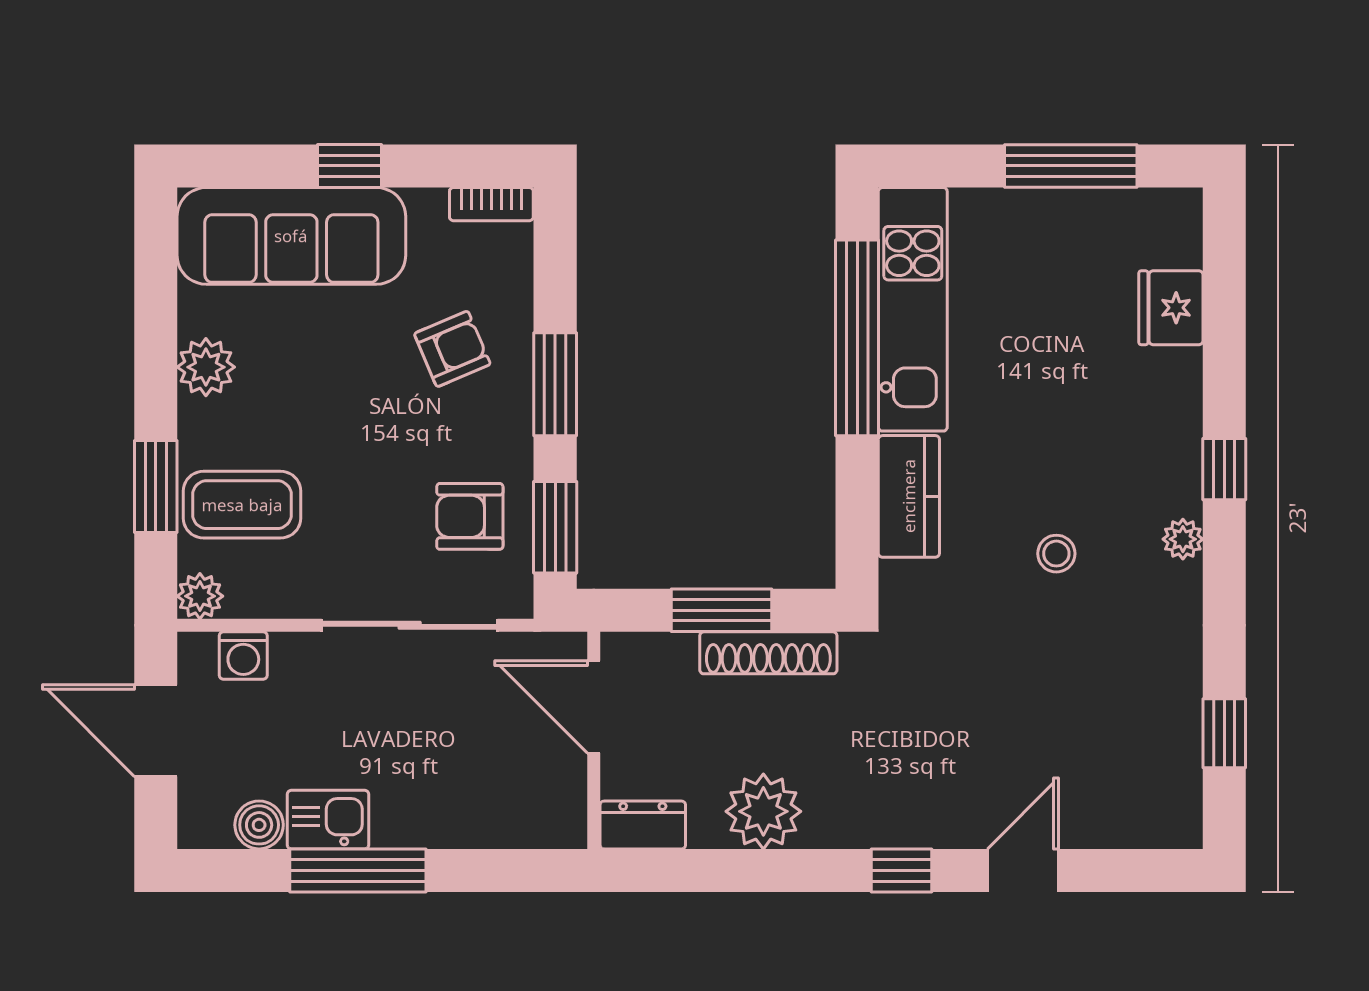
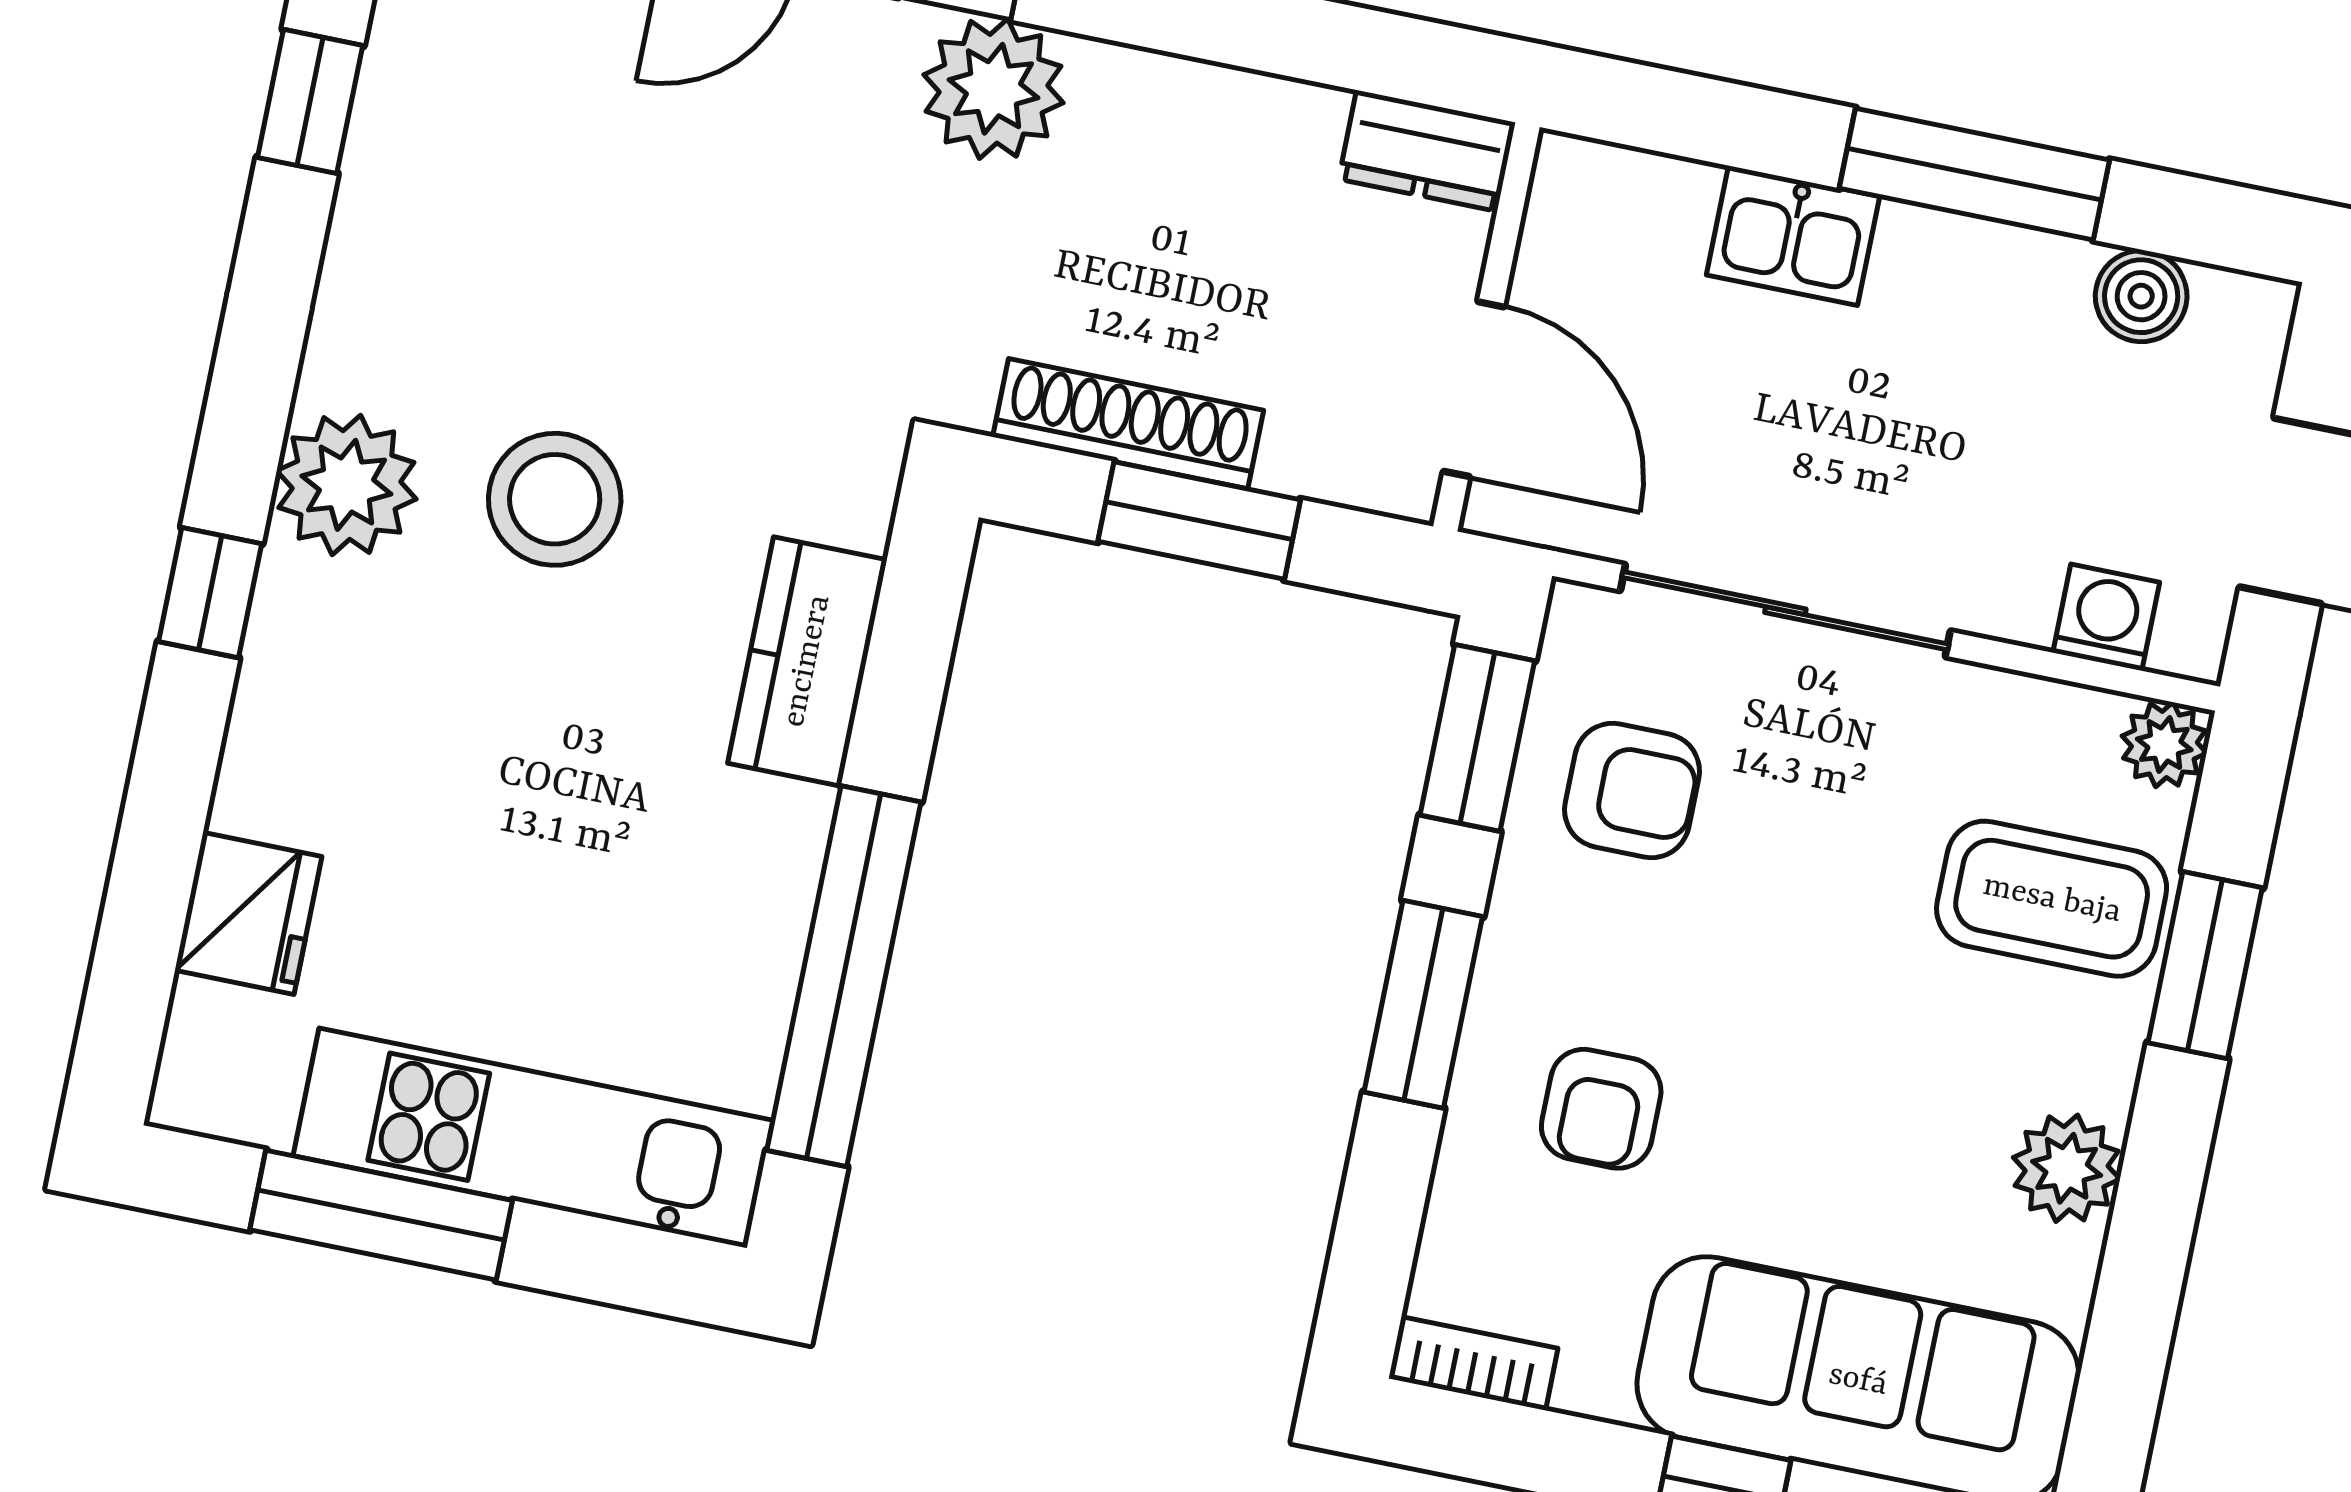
kitchen unit: (913, 309) -> (533, 1138), moved, turned 90
armchair: (452, 349) -> (1601, 1109), turned -67
plant: (1183, 539) -> (346, 485), width x1.87, depth x1.87
stool: (1056, 554) -> (555, 499), width x1.89, depth x1.89
plant: (763, 811) -> (993, 89), moved
kitchen sink: (328, 820) -> (1793, 236), moved

